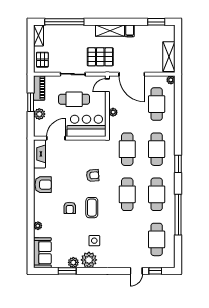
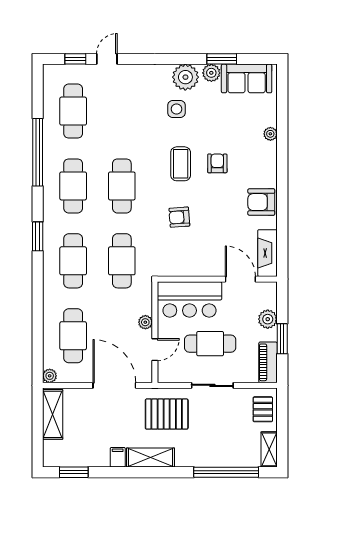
door: (107, 85) -> (155, 350), moved
door: (56, 138) -> (240, 279), swing flipped
sofa: (42, 253) -> (247, 78), moved, turned -90

